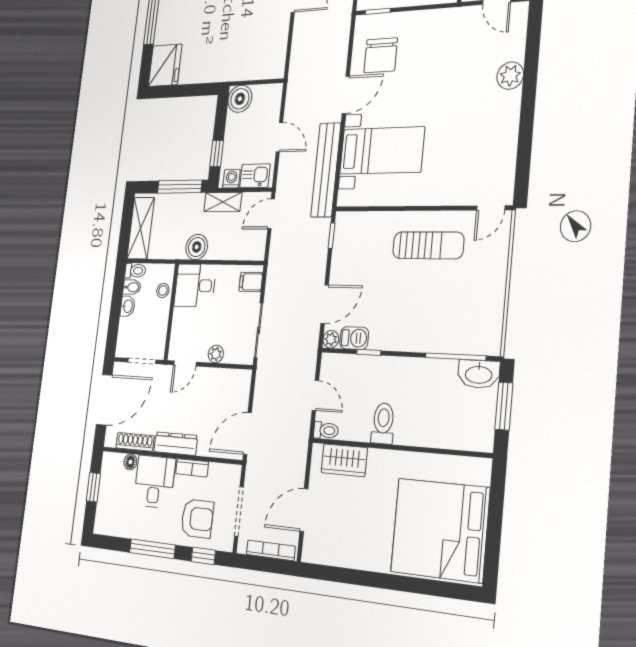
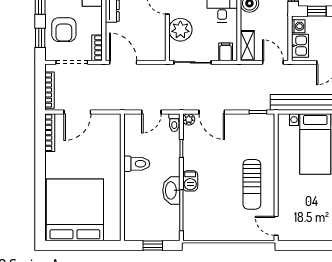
shelving: (223, 202) -> (247, 46), moved
barbecue: (354, 338) -> (190, 181), moved
plant: (216, 354) -> (180, 30), width x1.88, depth x1.88
washbasin: (479, 374) -> (171, 190), moved
window: (504, 406) -> (153, 245), width x0.67
toilet: (326, 430) -> (174, 123), moved
wardrobe: (344, 460) -> (112, 138), removed
bookcase: (192, 468) -> (97, 48), moved
door: (304, 510) -> (77, 112), swing flipped
bookcase: (327, 558) -> (50, 133), added

